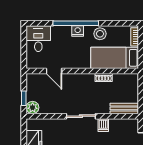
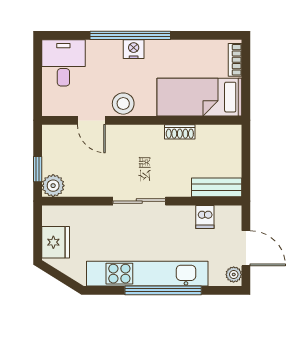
stool: (100, 34) -> (123, 104), moved
dishwasher: (103, 125) -> (205, 217), moved

